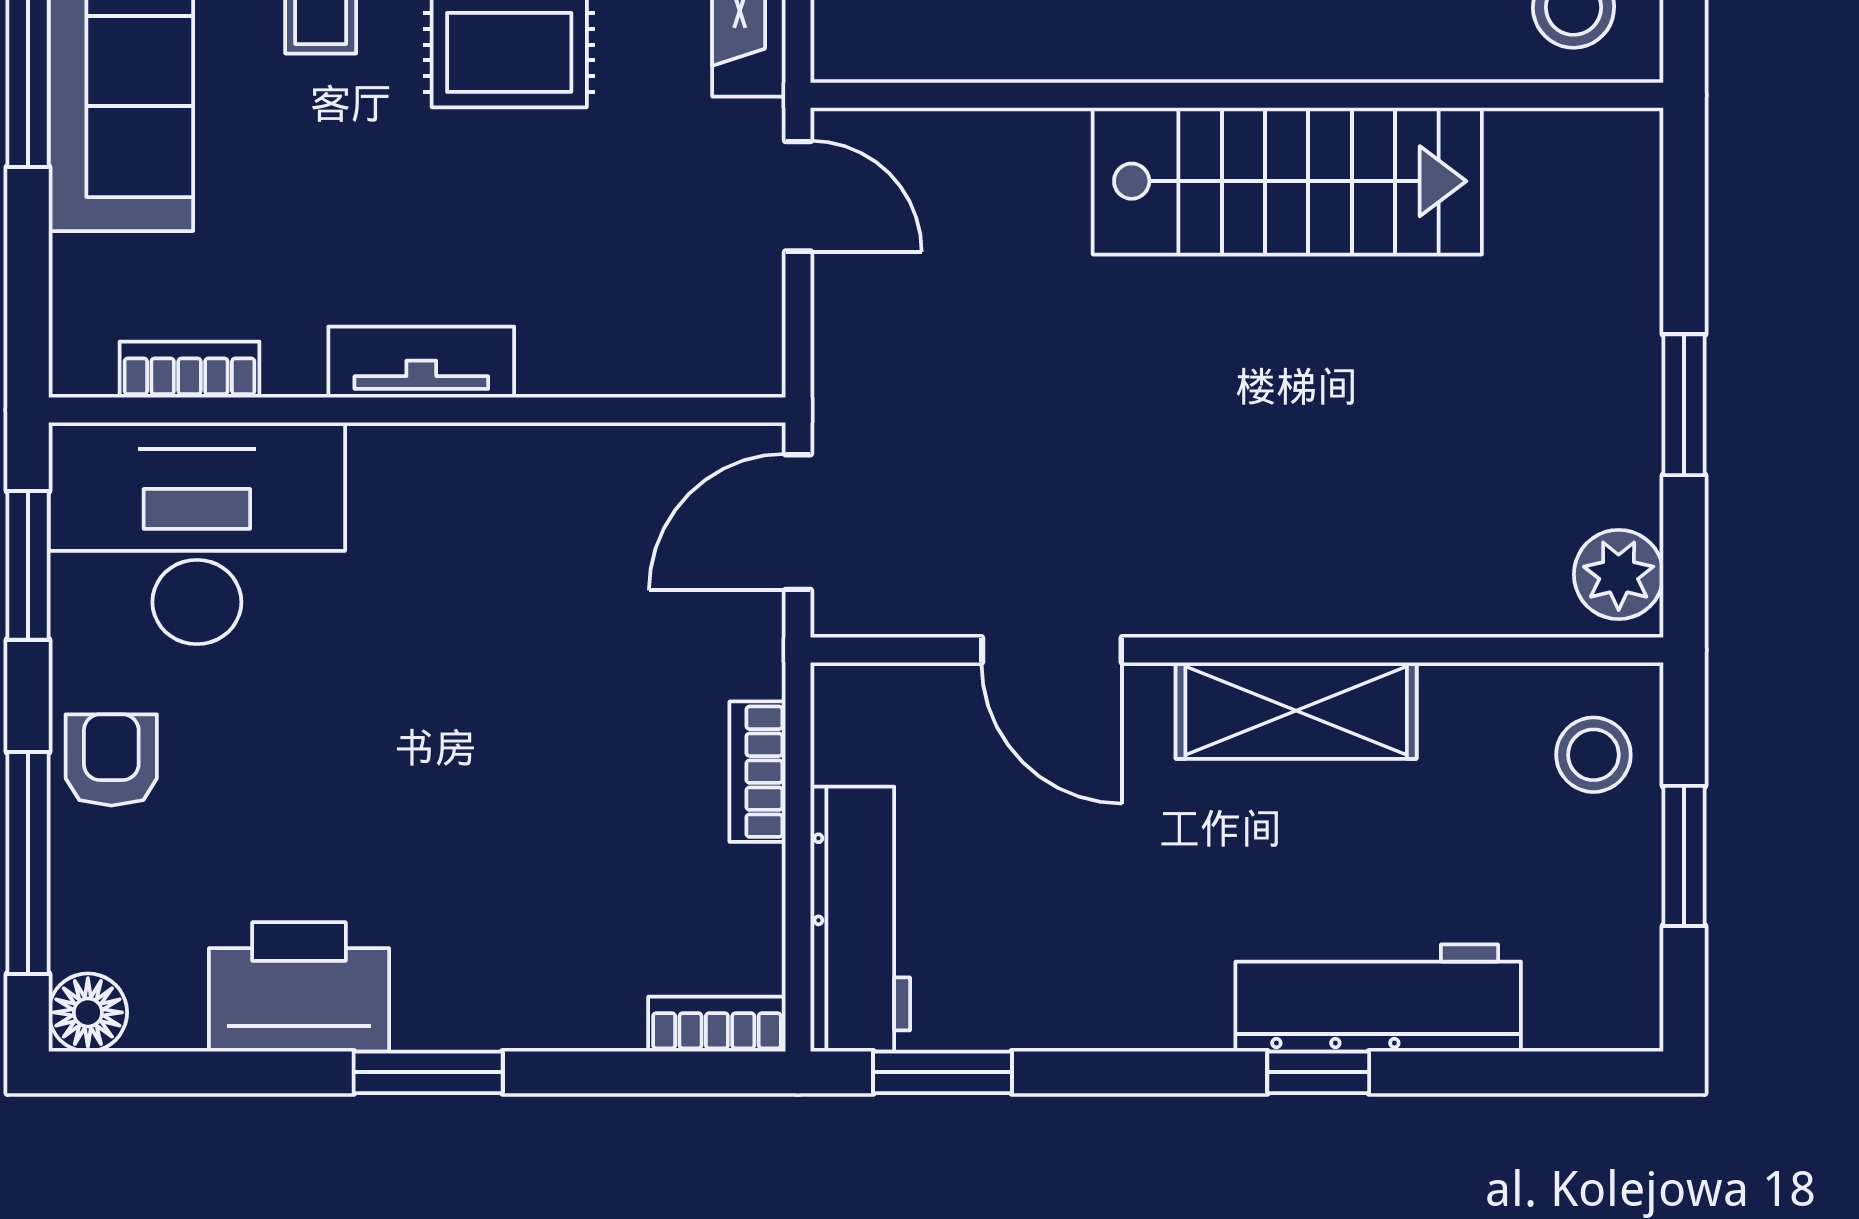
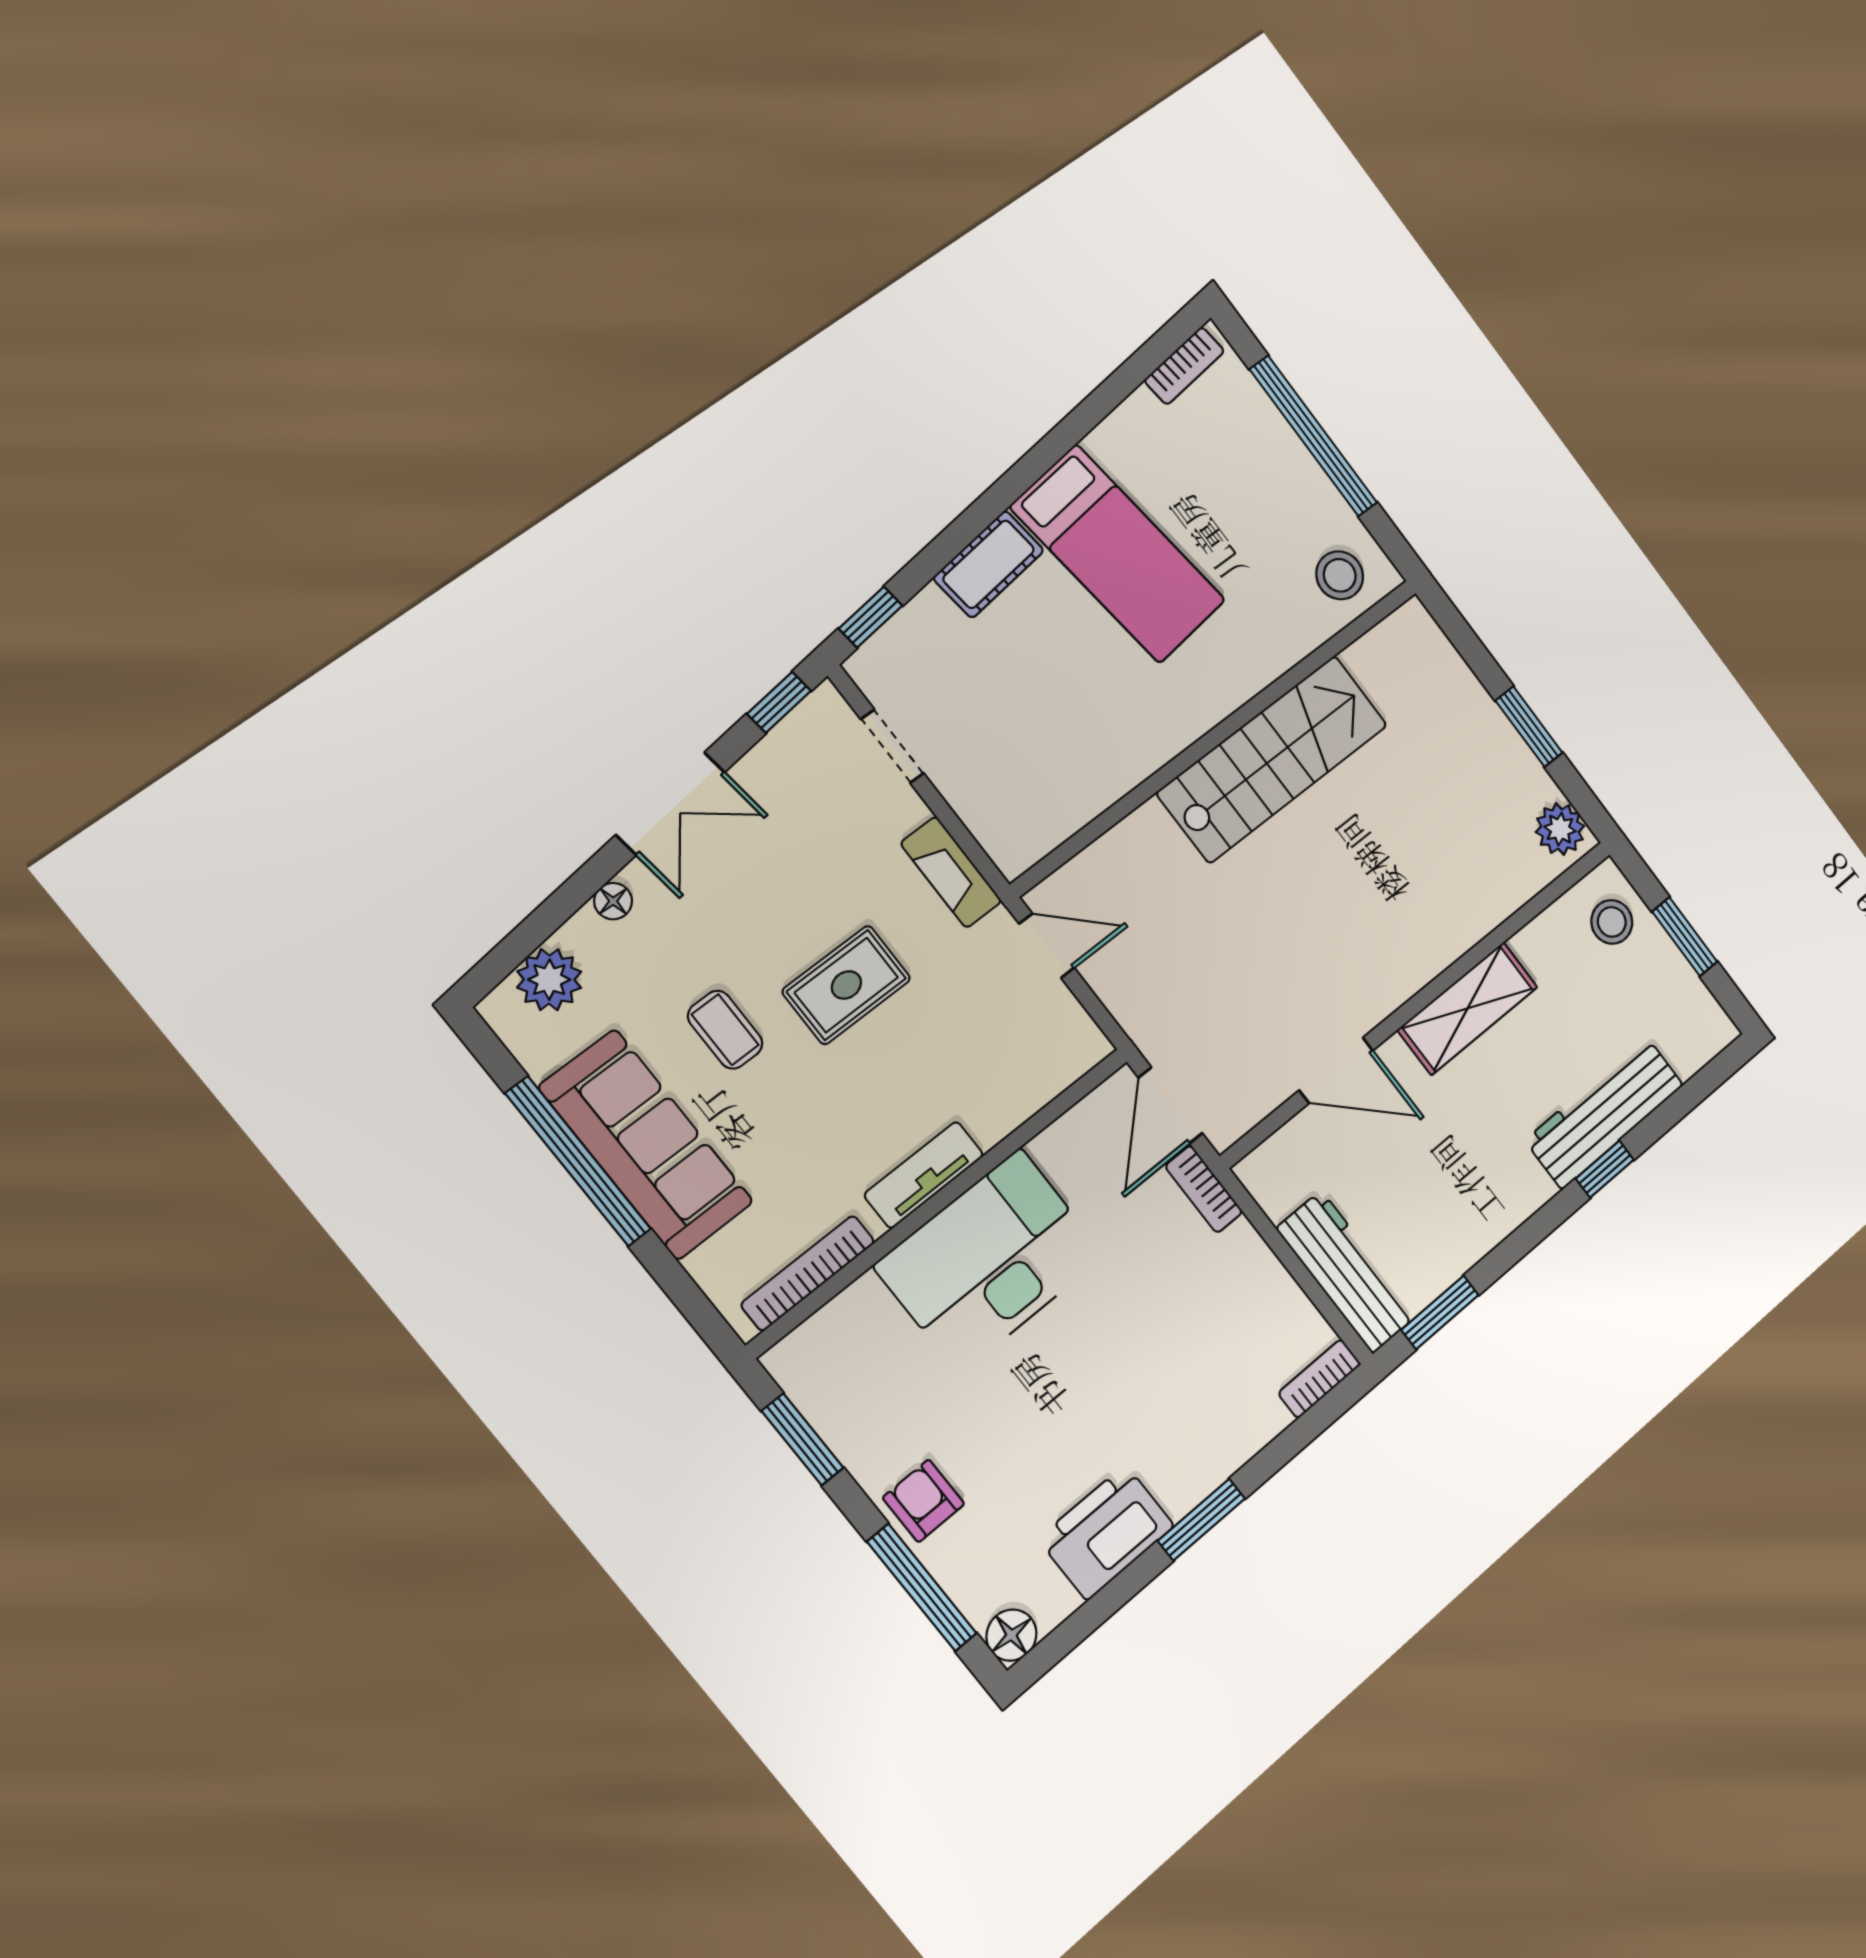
bookcase: (190, 370) -> (808, 1273), width x1.56
desk: (197, 533) -> (990, 1261), moved
bookcase: (758, 772) -> (1204, 1189), moved

